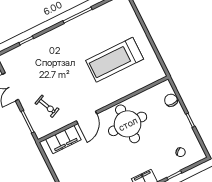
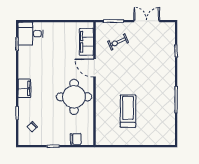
treadmill: (115, 60) -> (128, 111), width x0.73, depth x0.73

